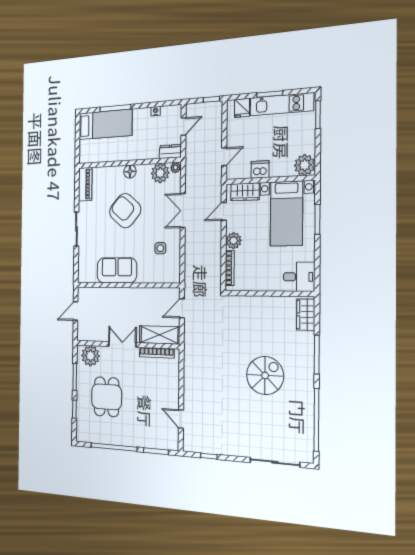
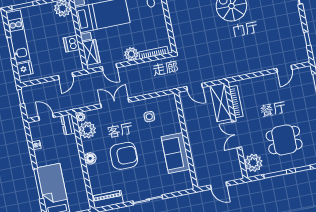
door: (224, 157) -> (66, 76), swing flipped
double door: (183, 210) -> (115, 103), swing flipped
armchair: (125, 211) -> (124, 156), turned -131

